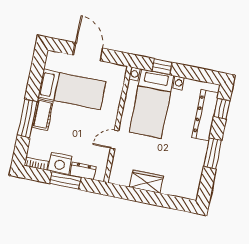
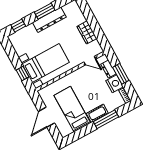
dresser: (205, 115) -> (49, 20), moved
door: (115, 140) -> (90, 61), moved

